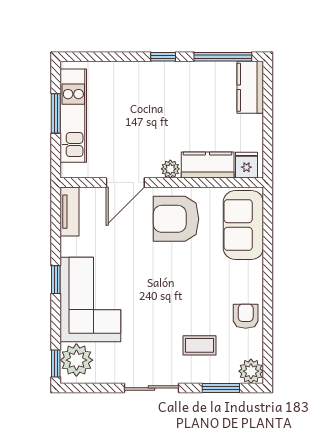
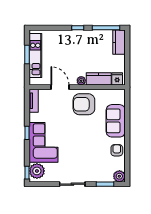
door: (125, 183) -> (60, 87), swing flipped
sofa: (243, 225) -> (116, 121), moved
coffee table: (200, 345) -> (95, 164), removed

